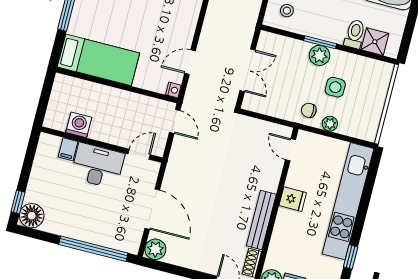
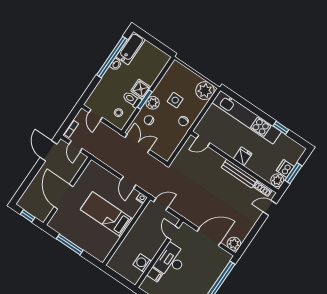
toilet: (355, 34) -> (132, 99), moved
shower: (375, 42) -> (141, 89), moved
chair: (292, 59) -> (149, 120), added
bed: (98, 60) -> (107, 214), moved, turned -90
double door: (247, 70) -> (137, 144), moved
plant: (330, 124) -> (205, 91), moved, width x1.87, depth x1.87
fridge: (293, 199) -> (243, 156), moved

